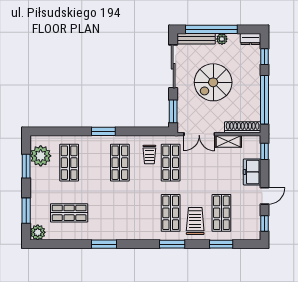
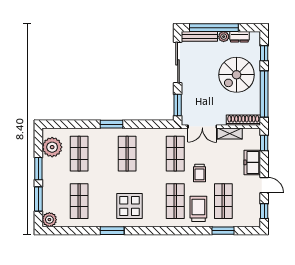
dresser: (250, 39) -> (239, 37), moved
spiral stairs: (213, 82) -> (237, 75), moved
trolley: (149, 155) -> (200, 173), moved
window: (26, 166) -> (38, 169), moved
door: (265, 196) -> (264, 185), hinge flipped
shop shelf: (69, 213) -> (79, 201), turned 90
display table: (122, 218) -> (130, 206), added
window: (172, 244) -> (177, 231), removed

